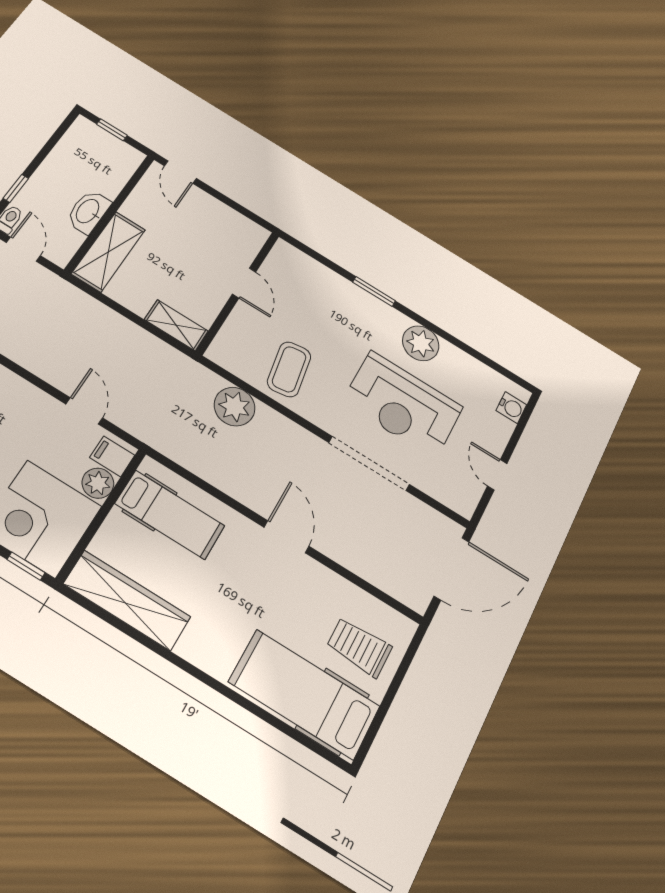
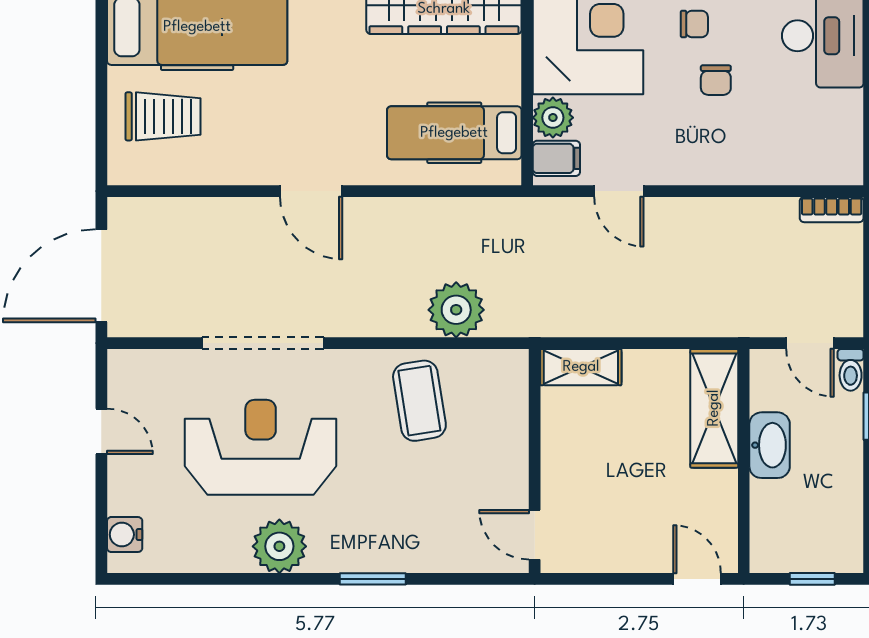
door: (244, 283) -> (535, 535), moved

